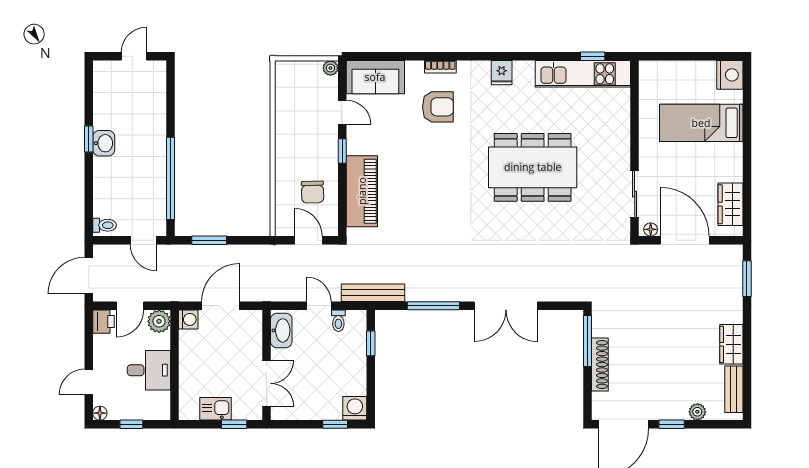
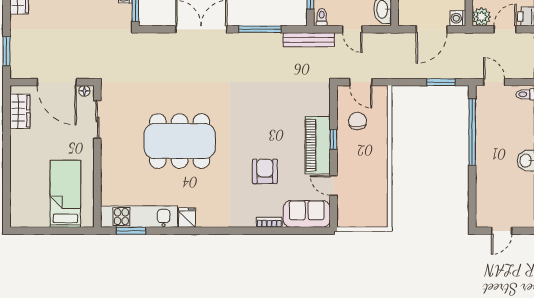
window: (593, 56) -> (131, 231), width x1.50
bookcase: (440, 67) -> (269, 222), moved
plant: (330, 68) -> (343, 221), removed
fridge: (502, 73) -> (187, 218), moved
nightstand: (730, 75) -> (20, 216), removed
armchair: (438, 107) -> (265, 171), moved, turned 90
bed: (701, 123) -> (65, 194), moved, turned -90
window: (342, 151) -> (333, 139), moved
piano: (362, 191) -> (318, 145), moved
toilet: (338, 321) -> (322, 17), moved

